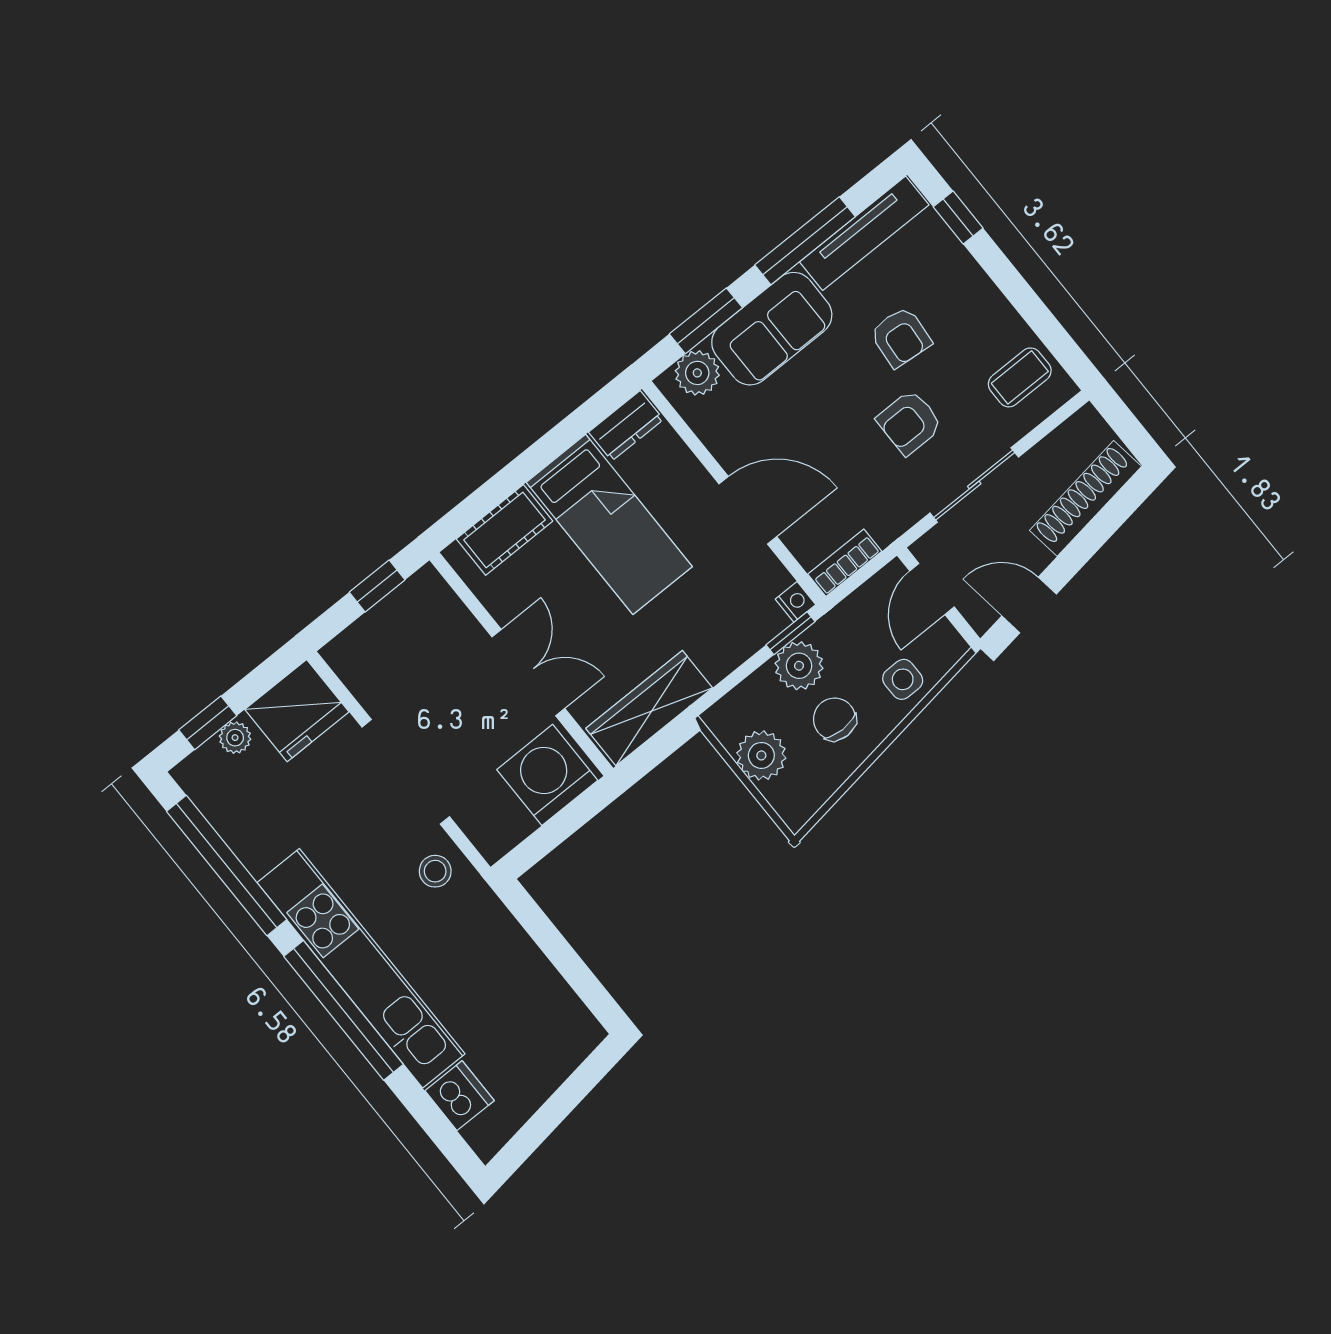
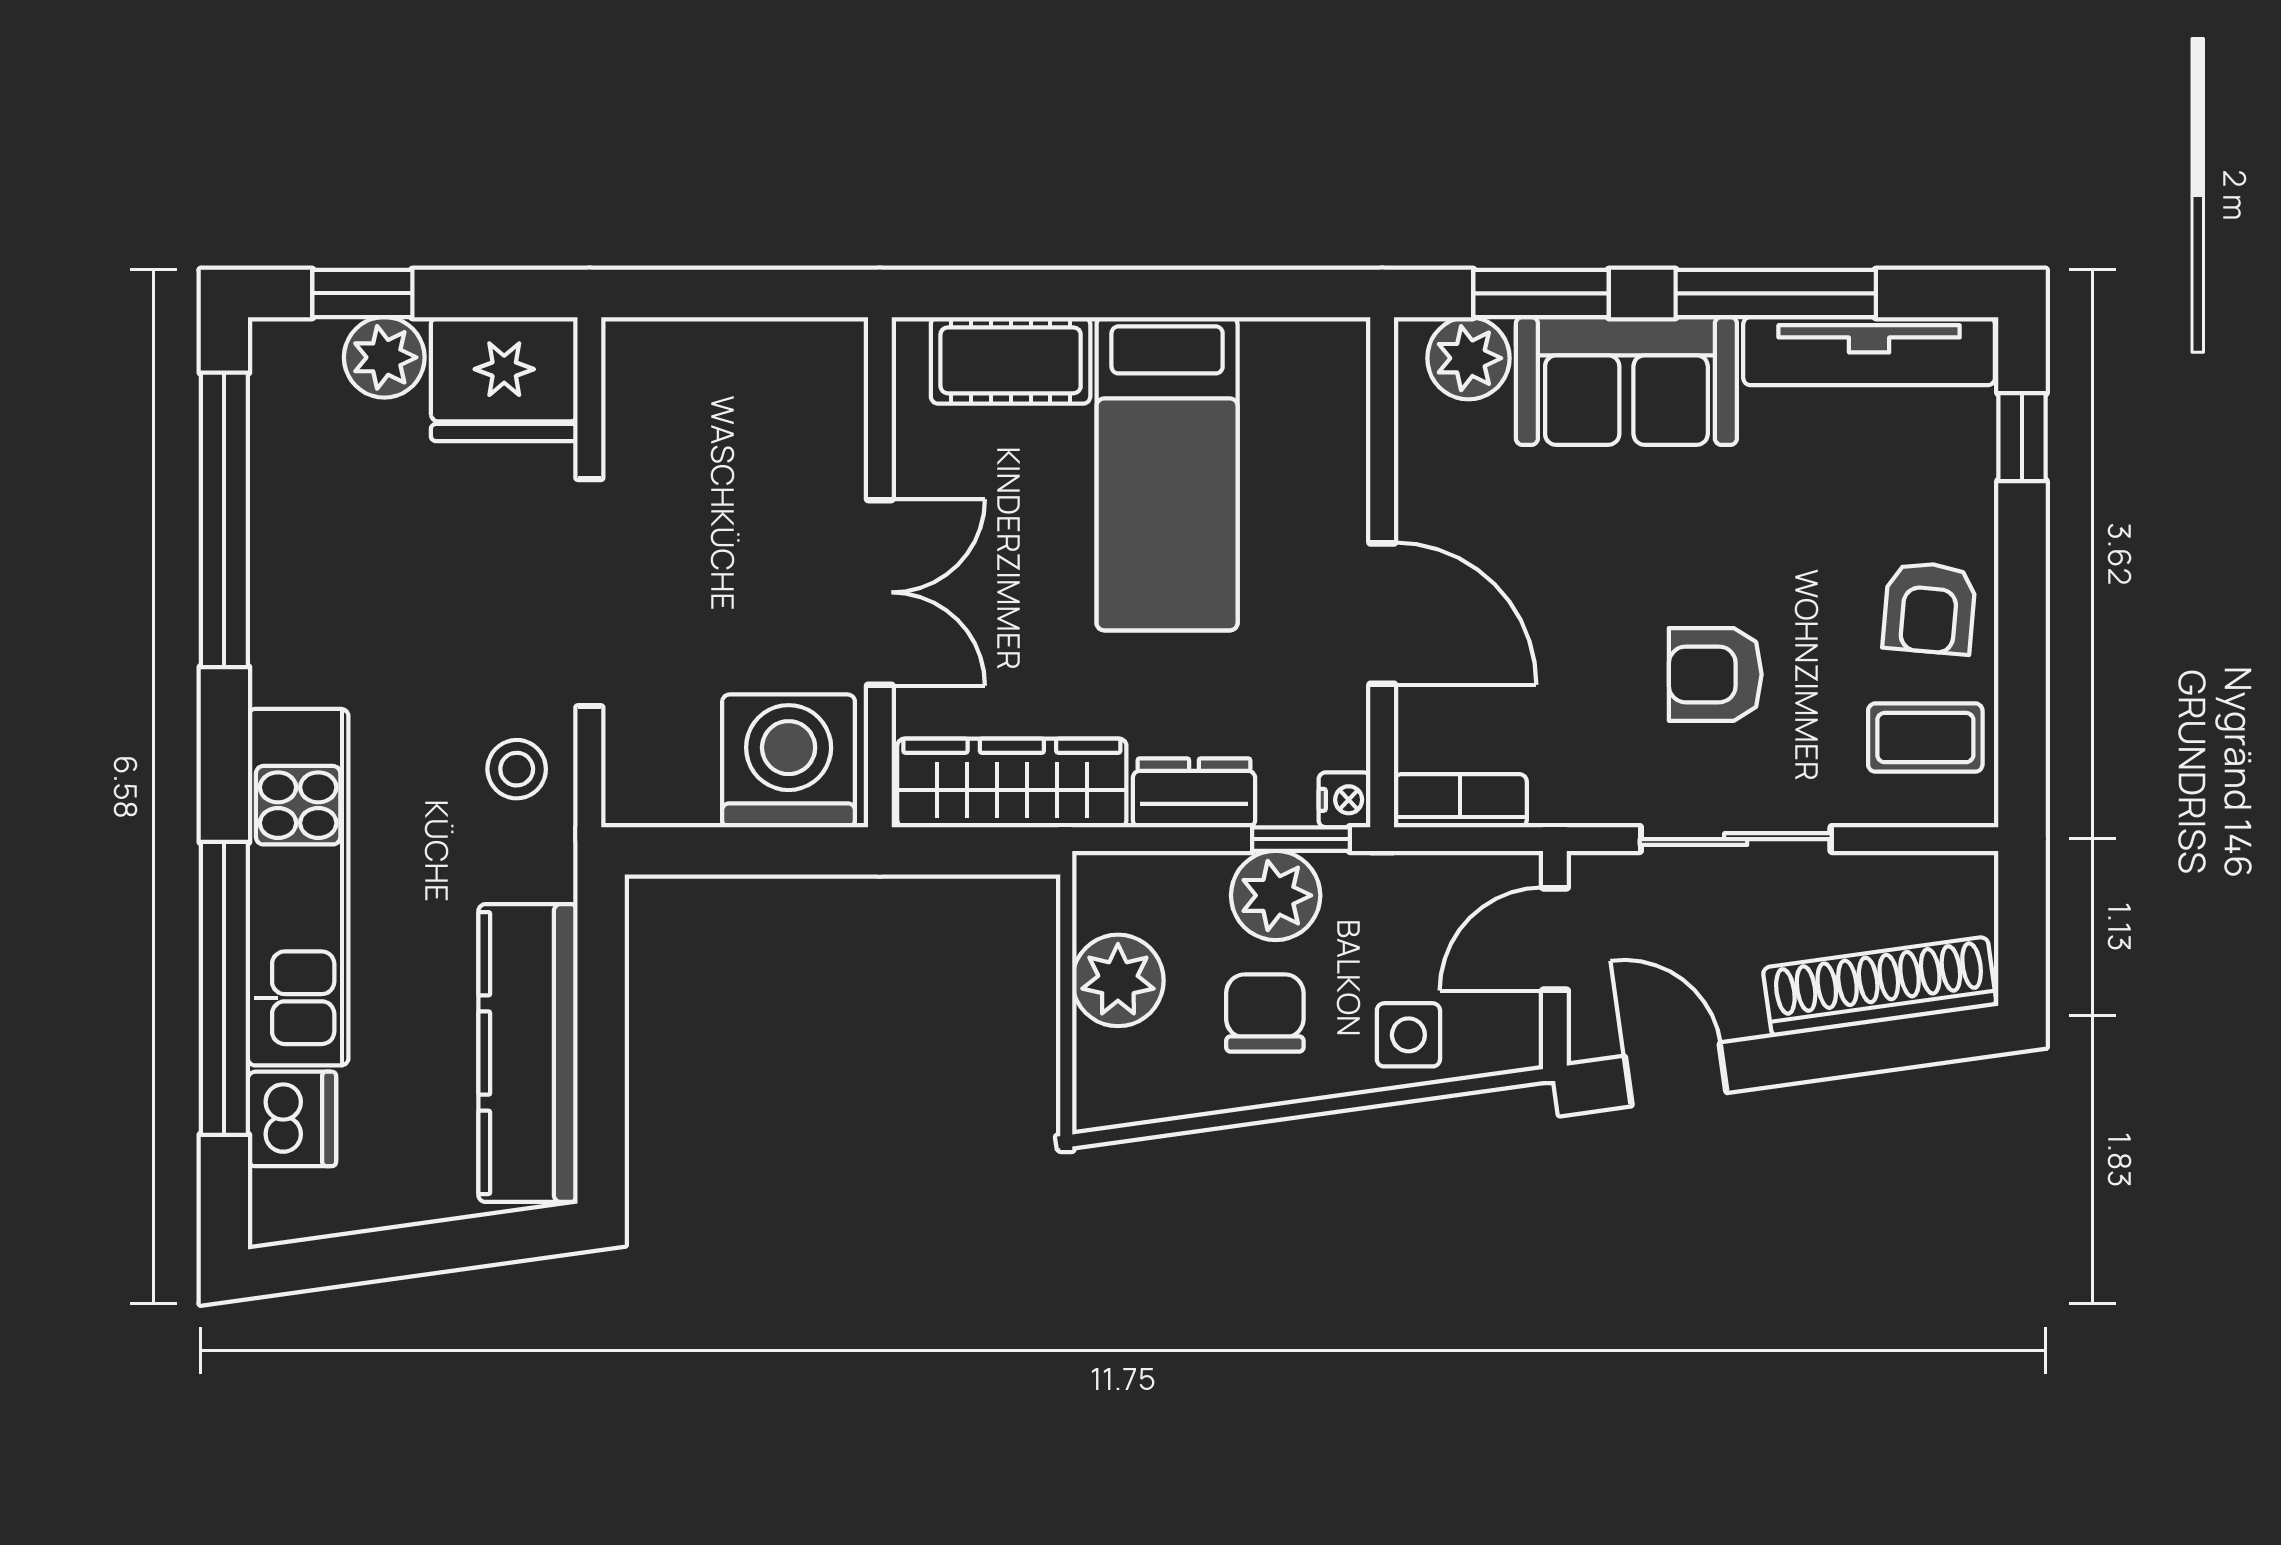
armchair: (901, 337) -> (1929, 608), moved
dresser: (626, 426) -> (1194, 793), moved, turned 180
window: (377, 586) -> (763, 293), removed
plant: (235, 738) -> (384, 357), width x1.38, depth x1.38
kitchen unit: (361, 968) -> (298, 887), width x0.73
kitchen counter: (537, 987) -> (528, 1053), added
window: (344, 1010) -> (224, 988), moved

